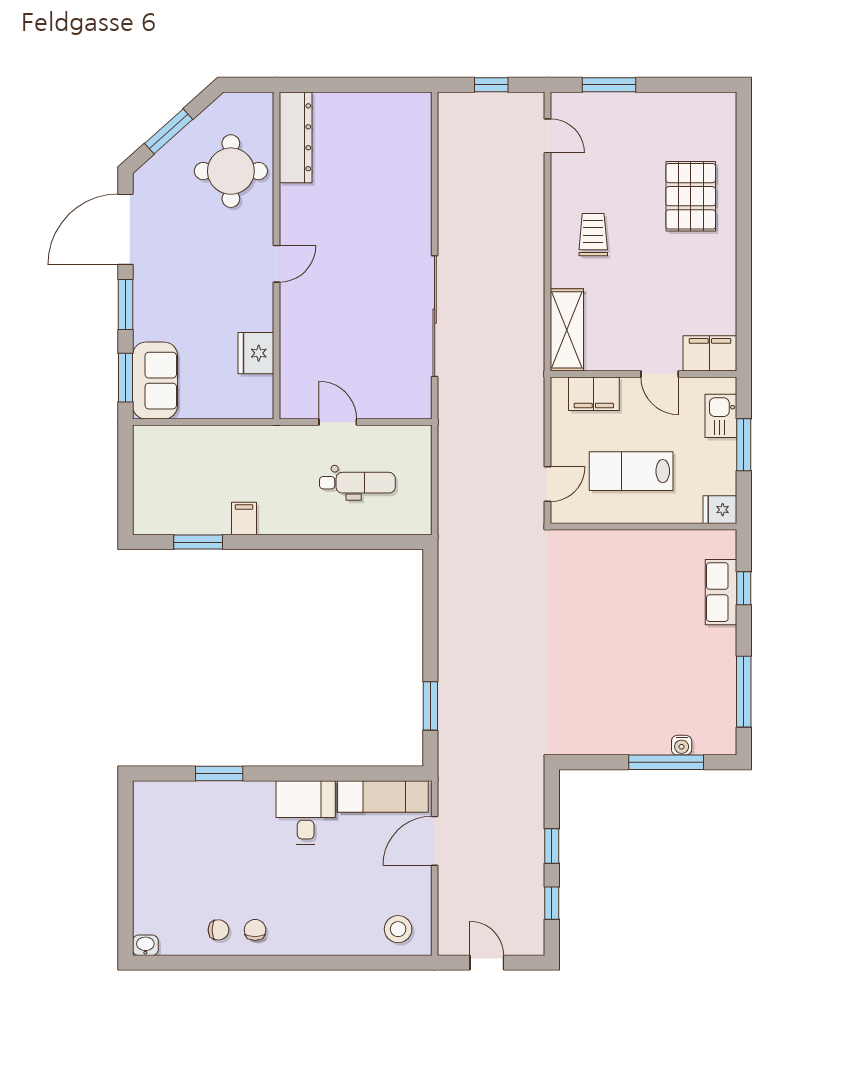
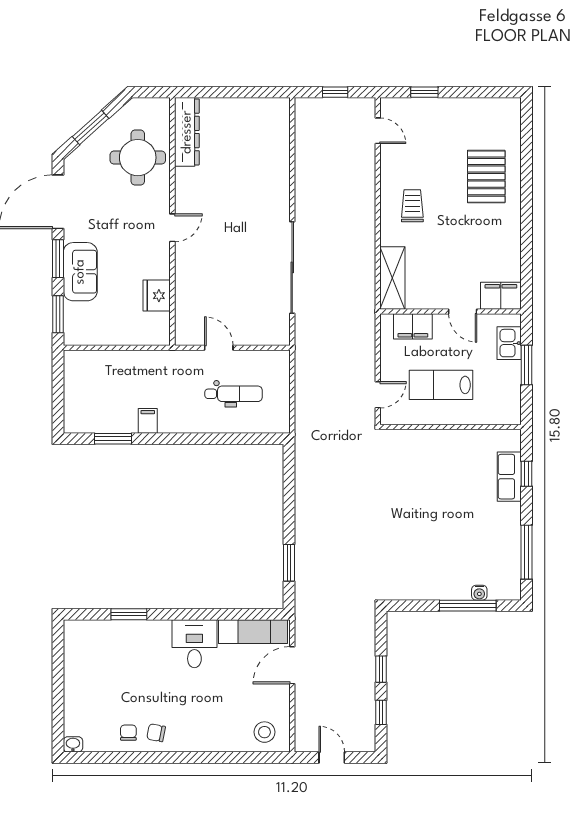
window: (609, 85) -> (424, 92), width x0.67
sofa: (155, 381) -> (80, 272), moved
fridge: (720, 510) -> (508, 414), removed
chair: (218, 930) -> (128, 733), turned -90
chair: (255, 930) -> (156, 733), turned -79

